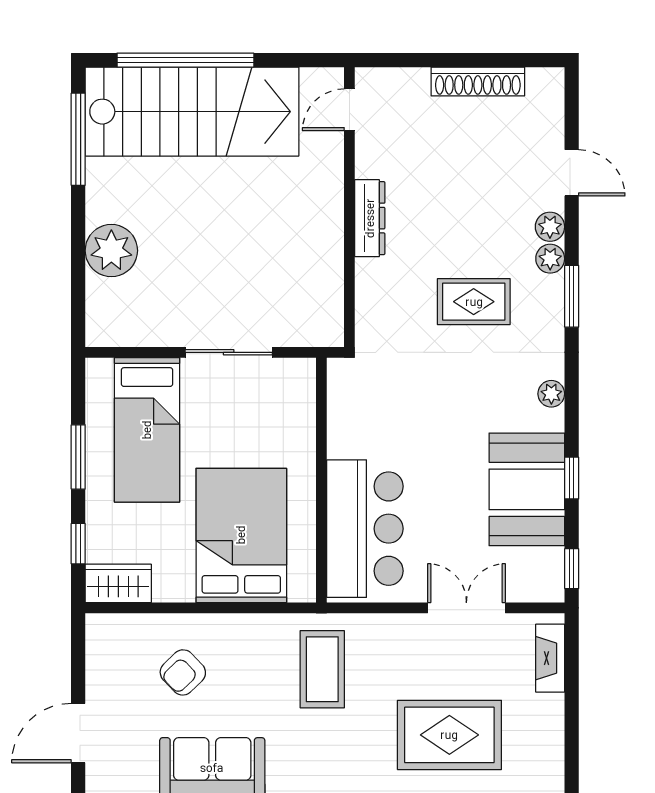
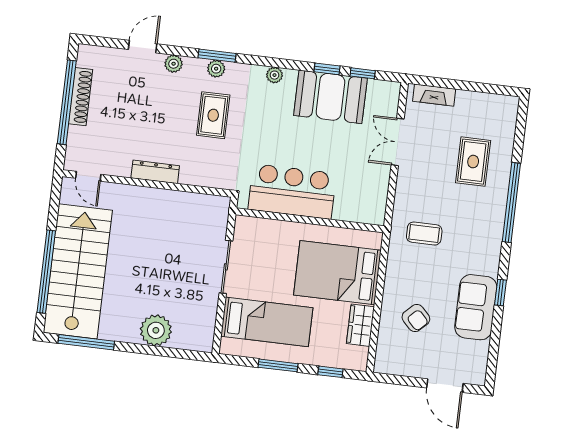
window: (466, 60) -> (67, 102), added
plant: (550, 259) -> (216, 69), moved
bar counter: (365, 529) -> (292, 191), moved
window: (572, 569) -> (363, 73), moved
wardrobe: (118, 583) -> (360, 325), moved
coffee table: (322, 669) -> (424, 234), width x0.73, depth x0.77
rug: (449, 735) -> (473, 162), width x0.73, depth x0.70

